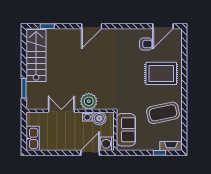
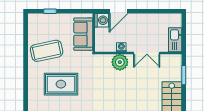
rug: (161, 73) -> (61, 84), moved
boiler: (99, 118) -> (109, 45), removed
kitchen sink: (33, 138) -> (175, 40), moved
fireplace: (171, 146) -> (39, 18), removed

